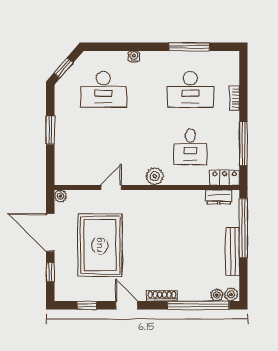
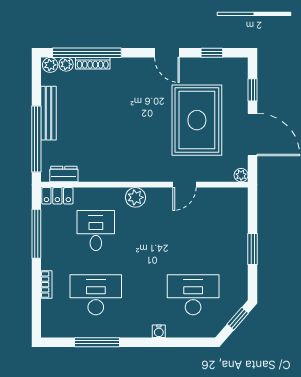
shoe rack: (162, 296) -> (93, 63), moved

